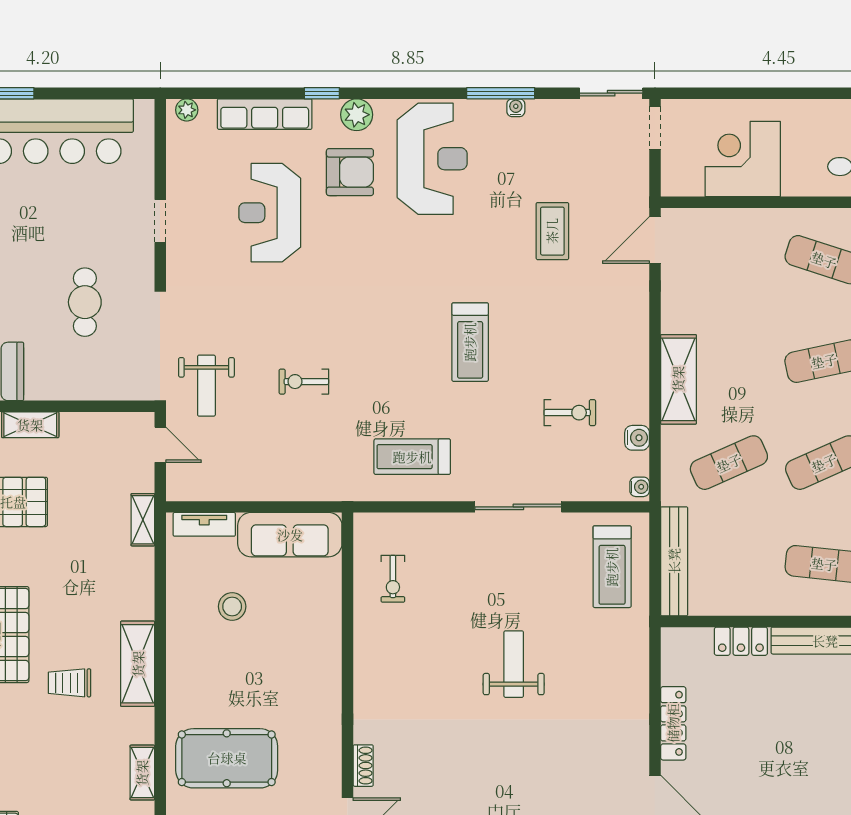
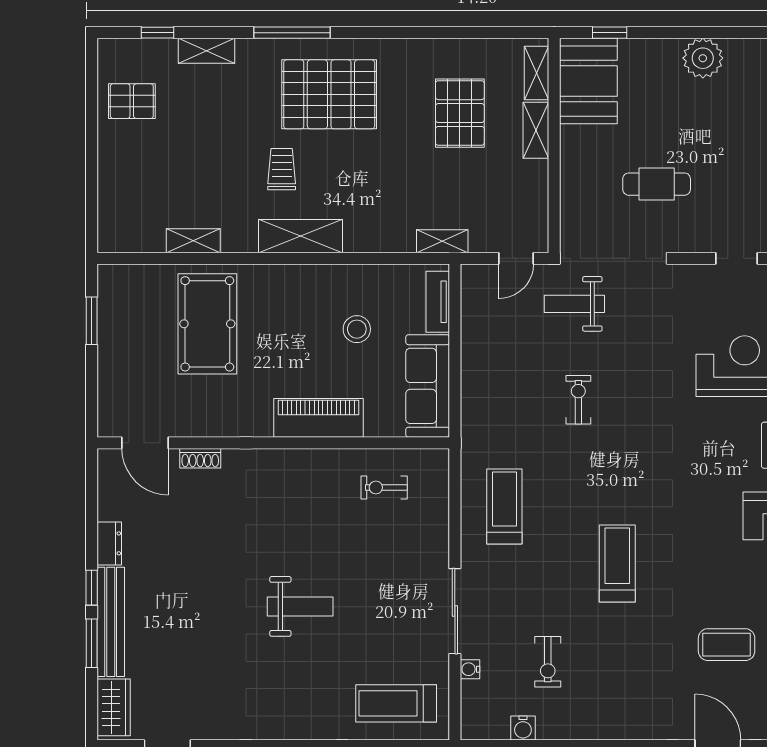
treadmill: (470, 342) -> (617, 564), turned 90
water cooler: (640, 487) -> (470, 669), moved, turned 90
piano: (322, 645) -> (319, 418), added

